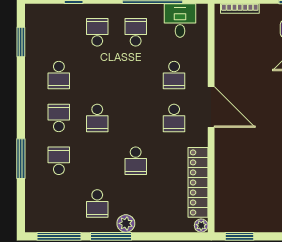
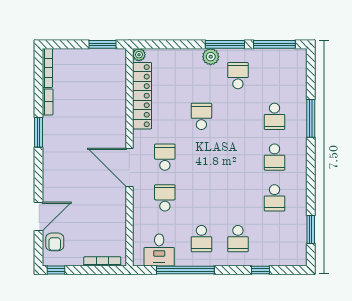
school desk: (59, 75) -> (275, 198), turned 180
school desk: (97, 118) -> (238, 157), removed

